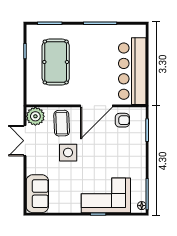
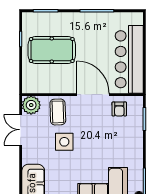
pool table: (56, 62) -> (52, 50), turned 90
door: (96, 106) -> (93, 95), swing flipped
armchair: (122, 120) -> (119, 109), turned 90

